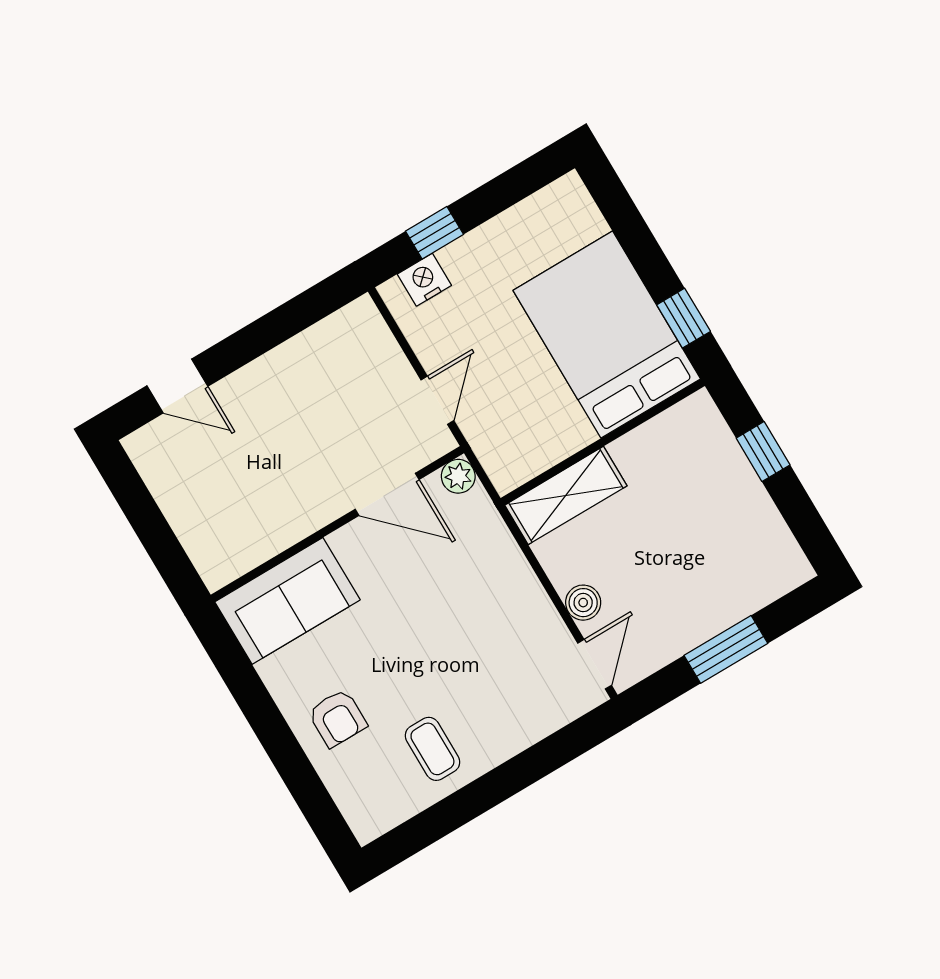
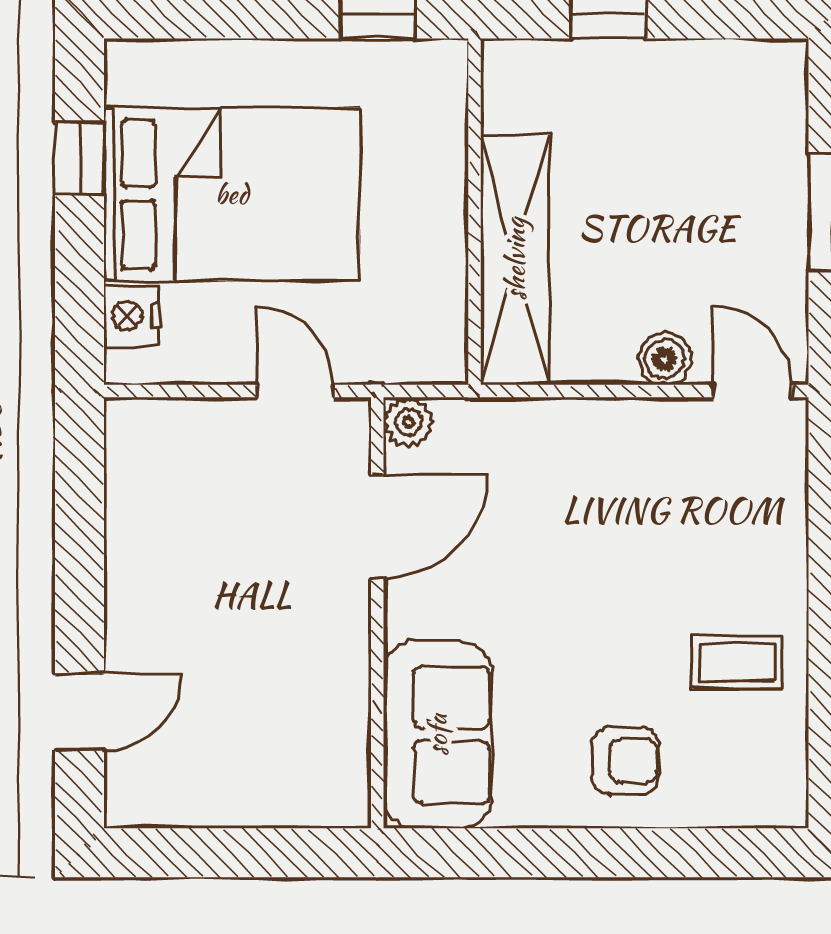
window: (435, 233) -> (79, 158), moved
bed: (607, 335) -> (232, 194), moved, turned 180
shelving: (566, 495) -> (515, 259), width x1.47

